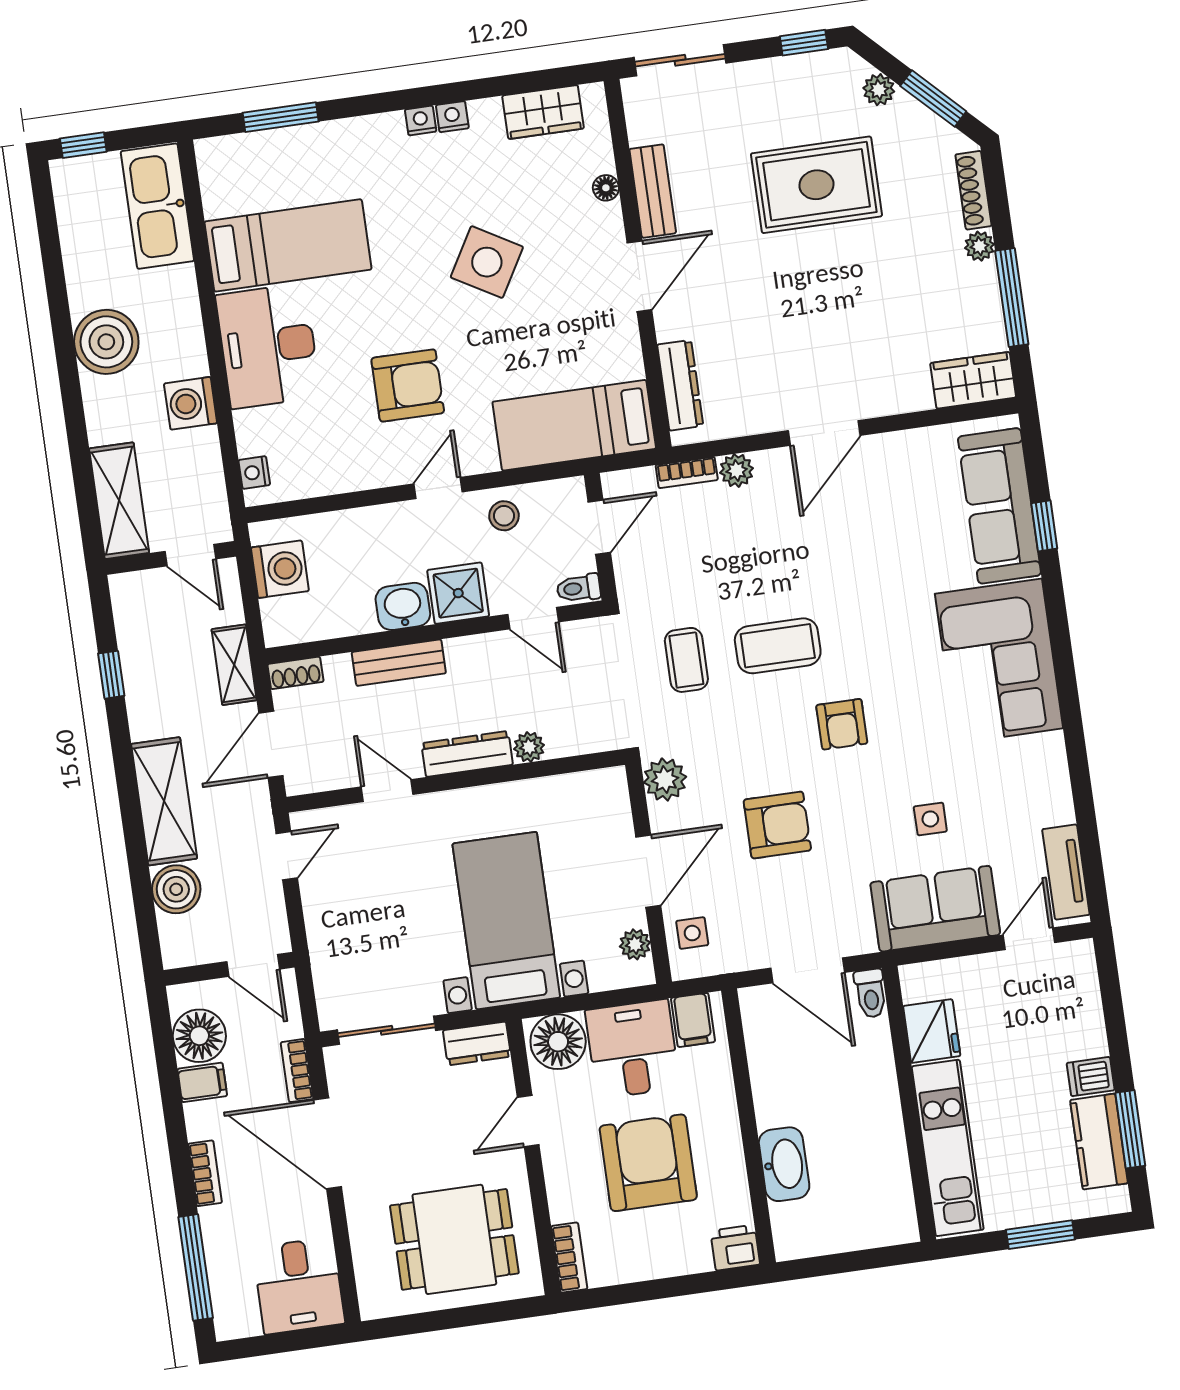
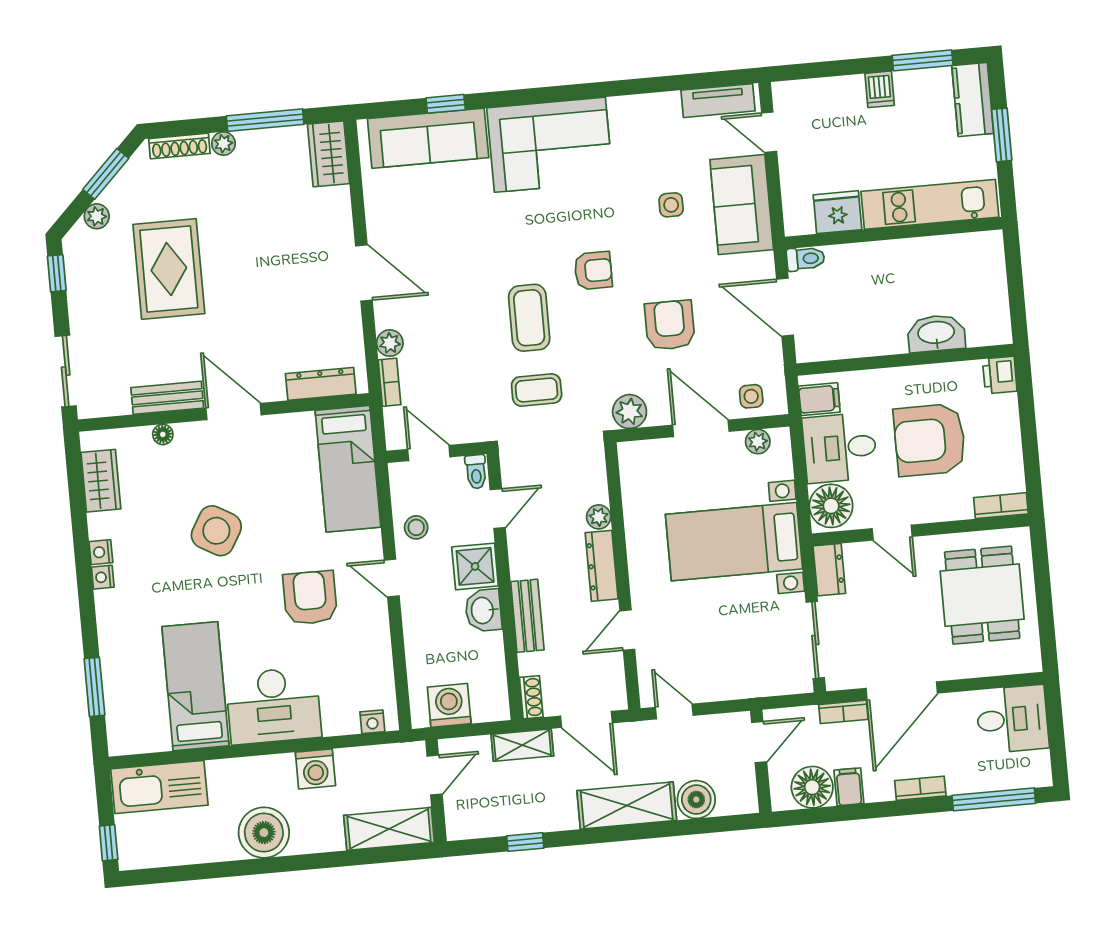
door: (808, 970) -> (785, 307), swing flipped
kitchen counter: (1099, 1142) -> (973, 99), moved, turned 90

